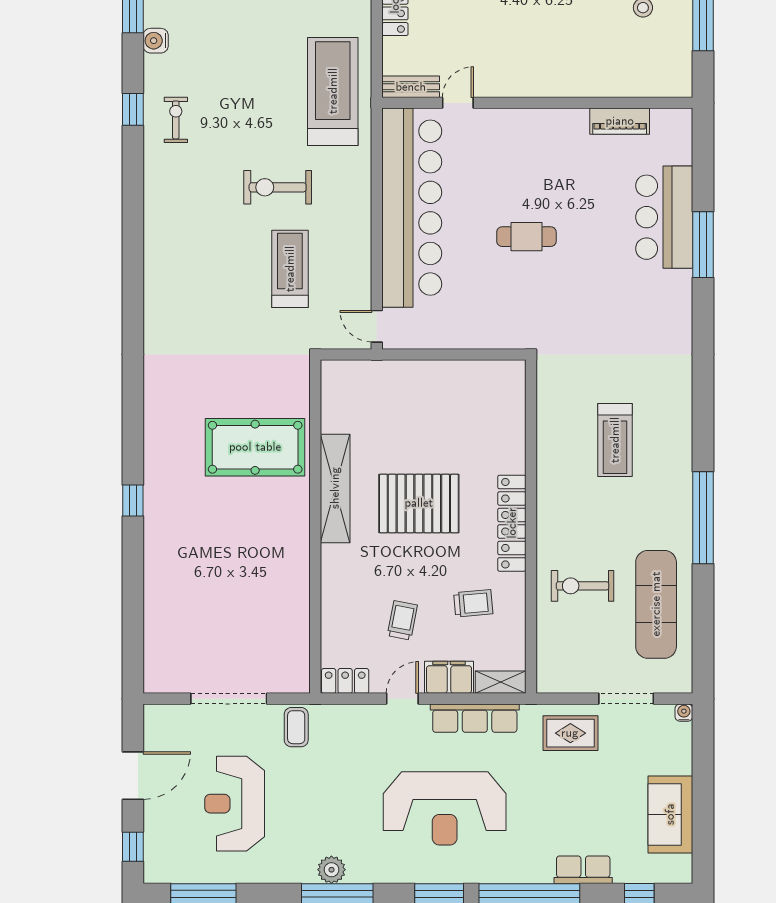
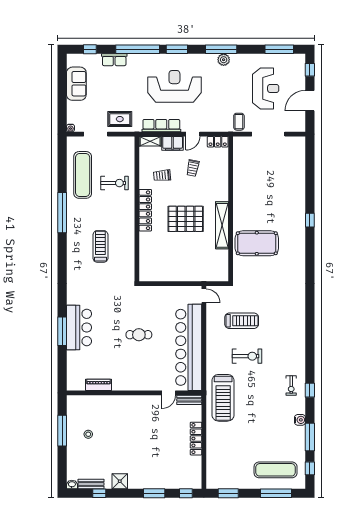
bar counter: (664, 217) -> (79, 327), moved
treadmill: (290, 269) -> (242, 321), turned -90

